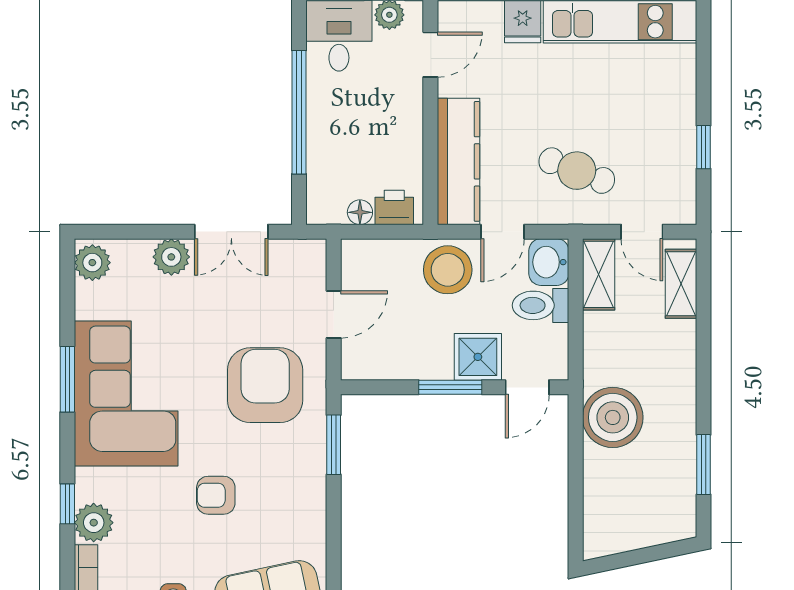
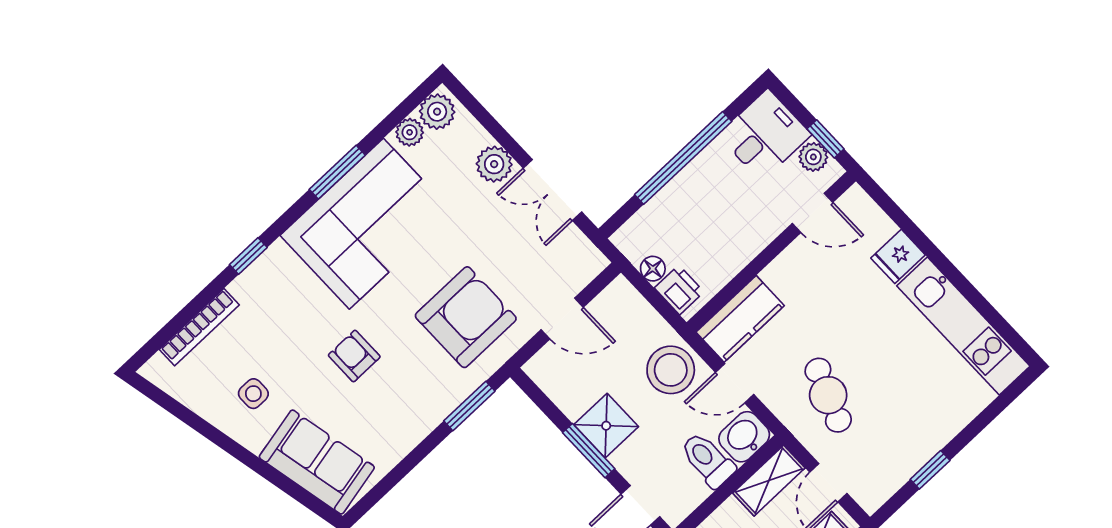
kitchen counter: (458, 161) -> (740, 319), width x0.67
shower: (478, 357) -> (606, 426), moved
plant: (94, 523) -> (410, 132), moved, width x0.73, depth x0.73

